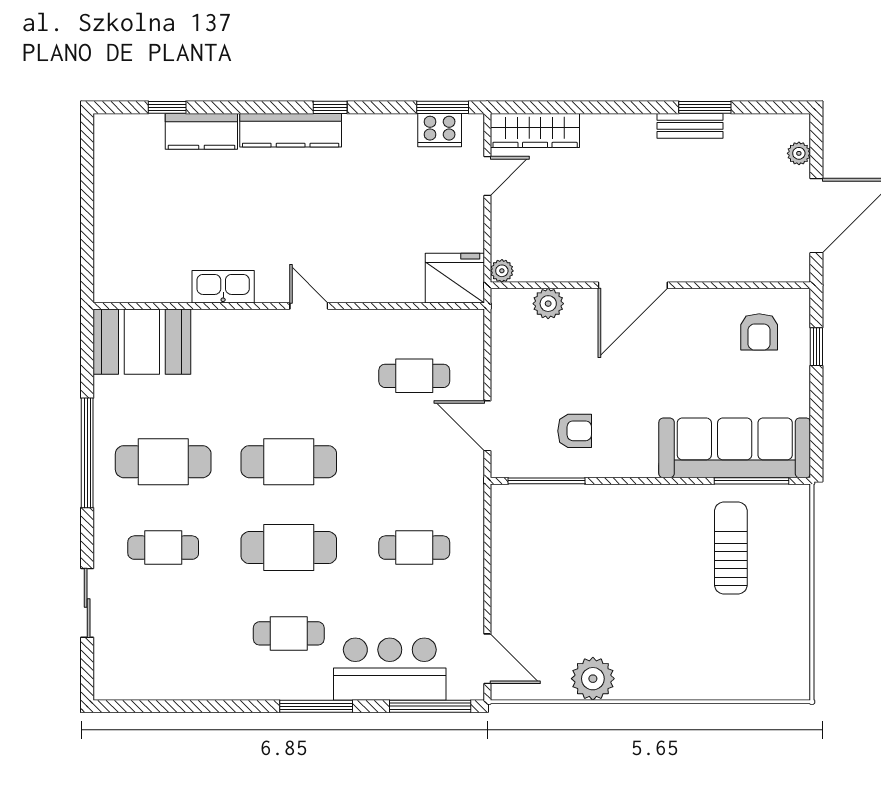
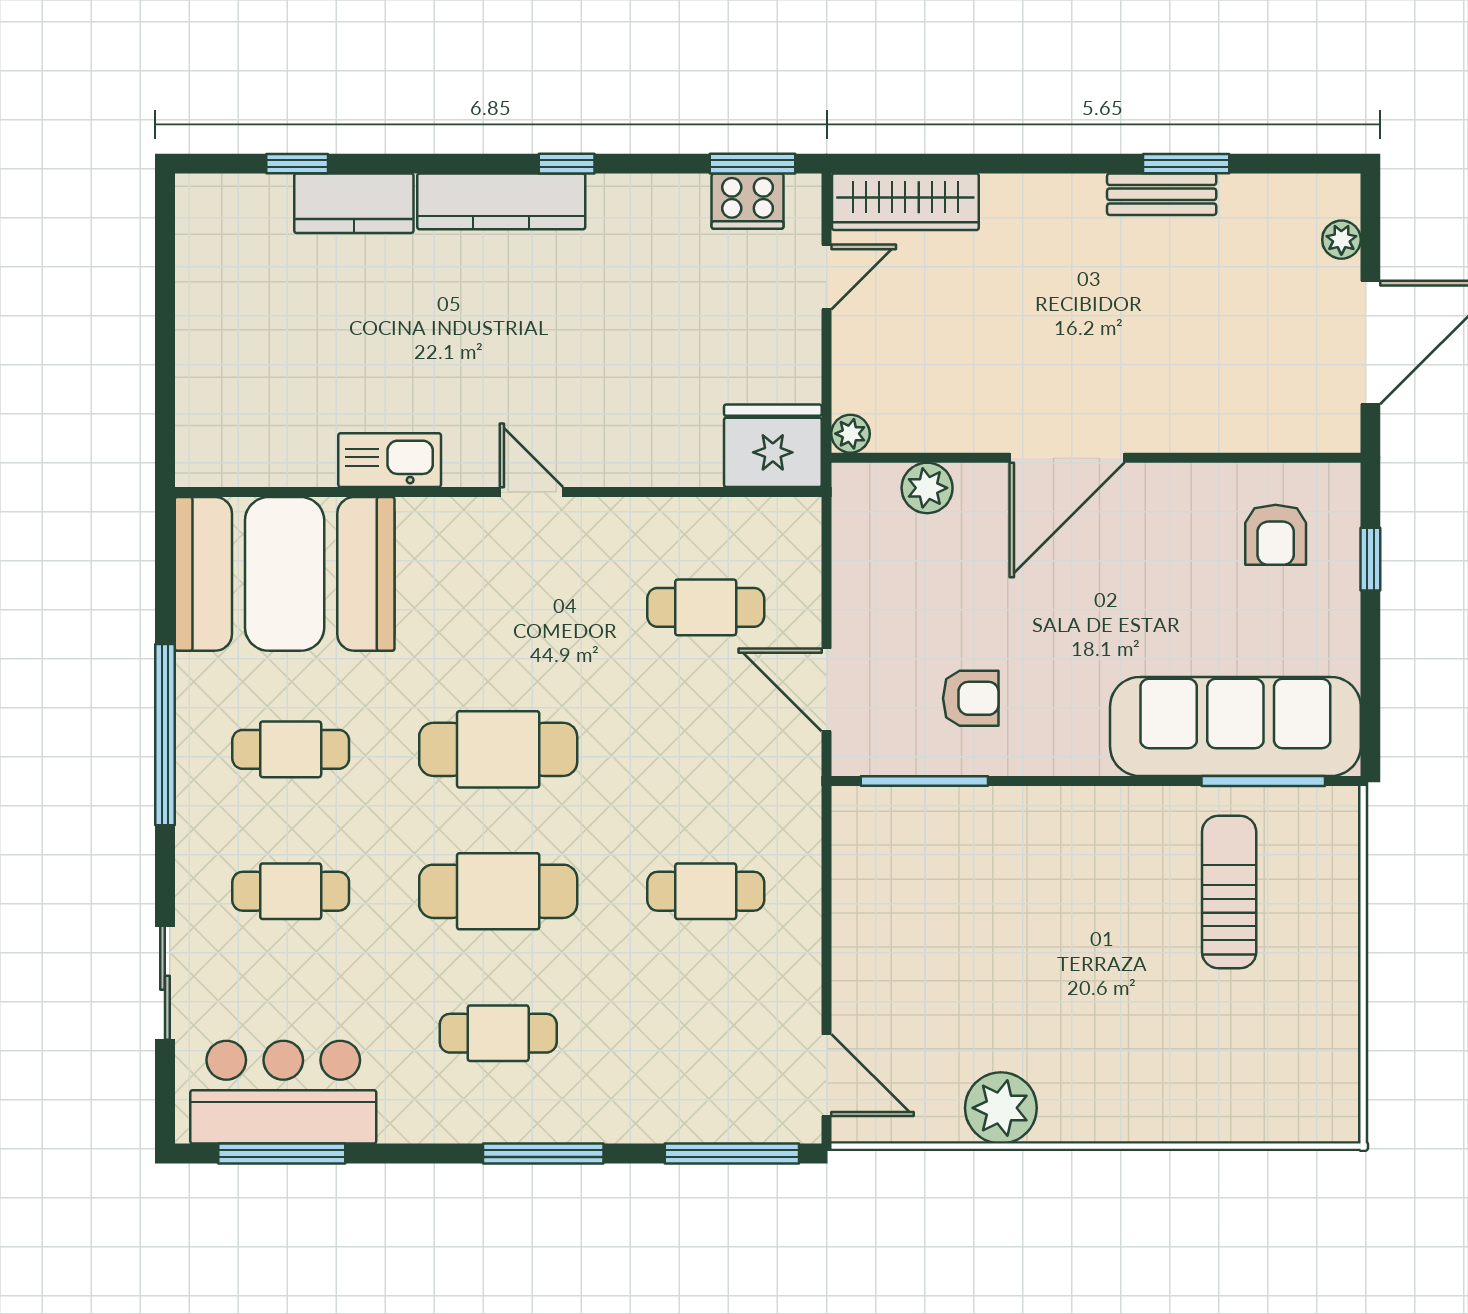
booth: (142, 342) -> (285, 574), width x1.36, depth x1.42
cafe table: (163, 462) -> (291, 749), width x0.73, depth x0.74
bar counter: (390, 669) -> (283, 1092), moved
window: (158, 706) -> (282, 1154), added

